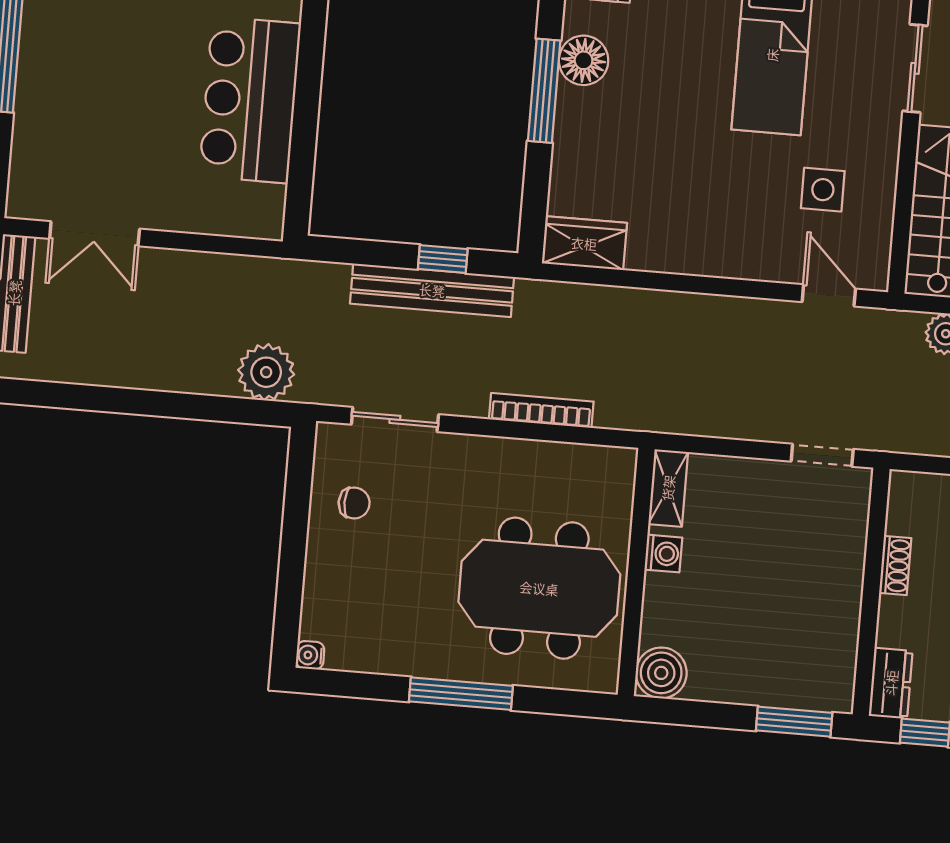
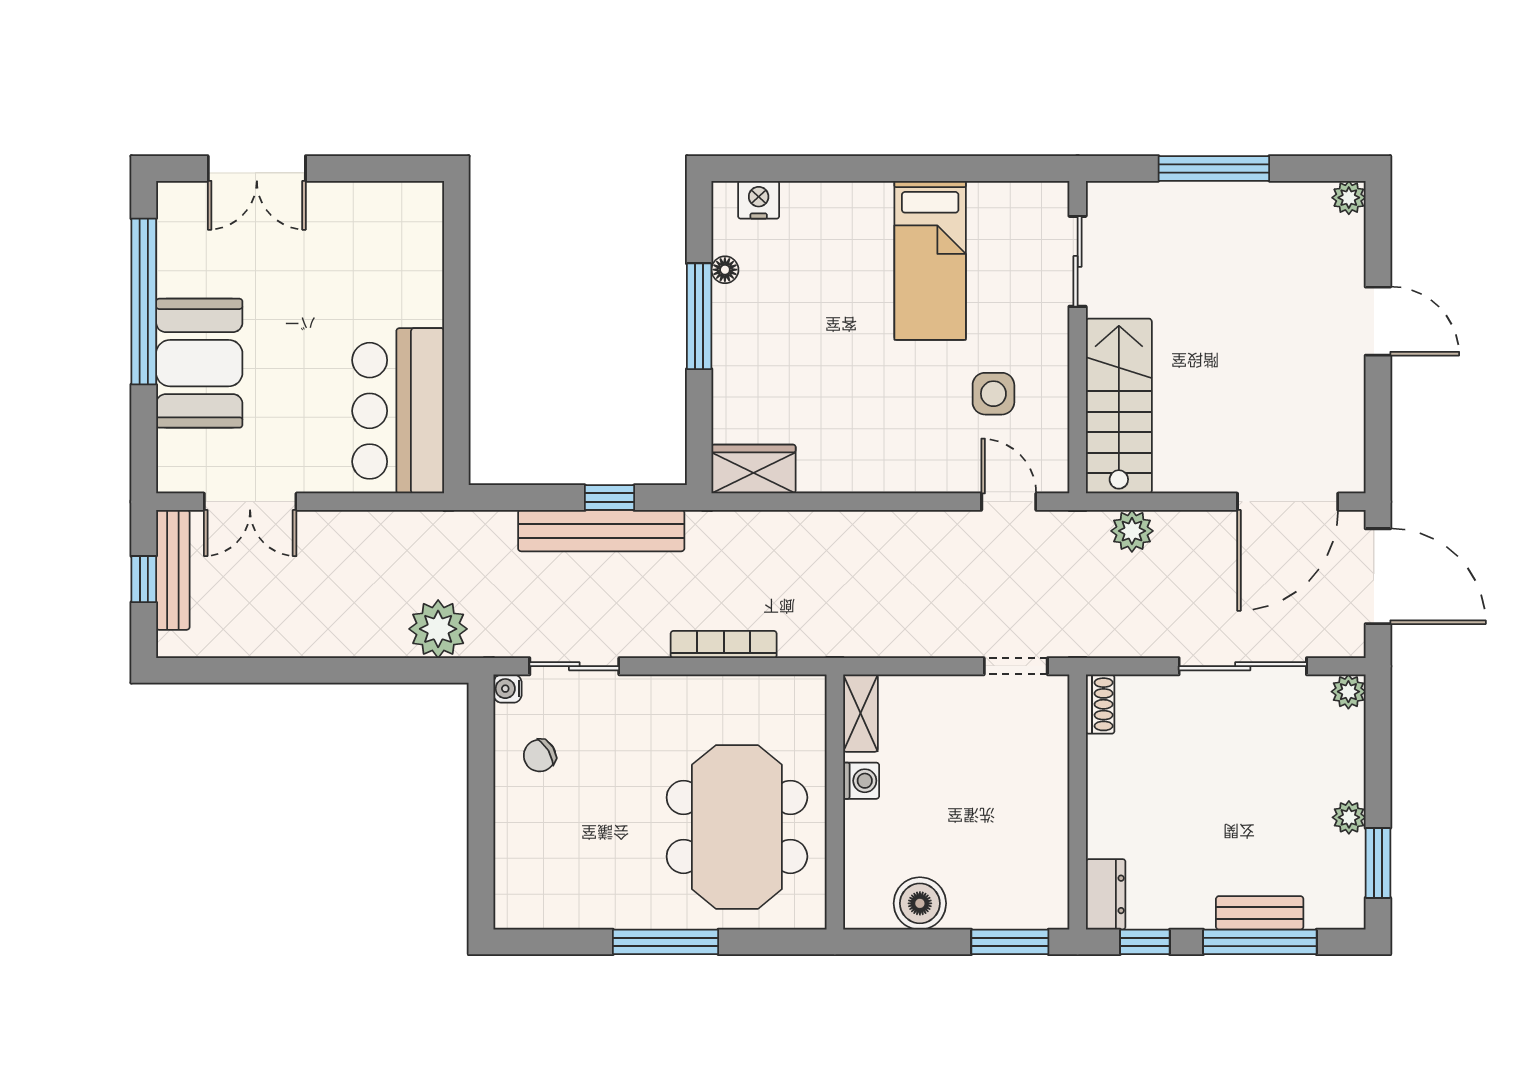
floor lamp: (584, 60) -> (725, 270), width x0.53, depth x0.53
booth: (57, 96) -> (199, 363), added
bar counter: (250, 100) -> (398, 411), moved
chair: (354, 503) -> (540, 756), turned 149
shoe rack: (895, 565) -> (1100, 704), moved
meeting table: (539, 588) -> (737, 827), turned 90
water cooler: (310, 655) -> (508, 689), moved
boiler: (661, 673) -> (920, 903), moved

